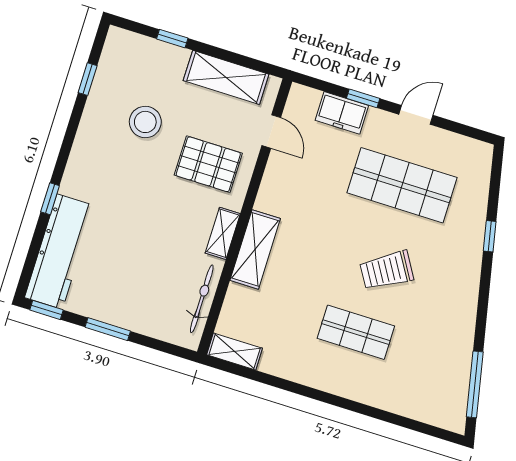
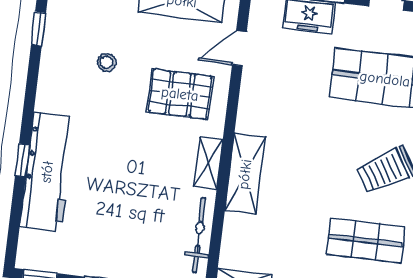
stool: (145, 122) -> (107, 62), width x0.53, depth x0.53
door: (271, 132) -> (239, 48), swing flipped
workbench: (60, 252) -> (47, 172), moved

